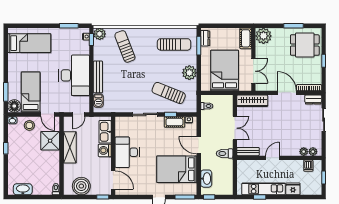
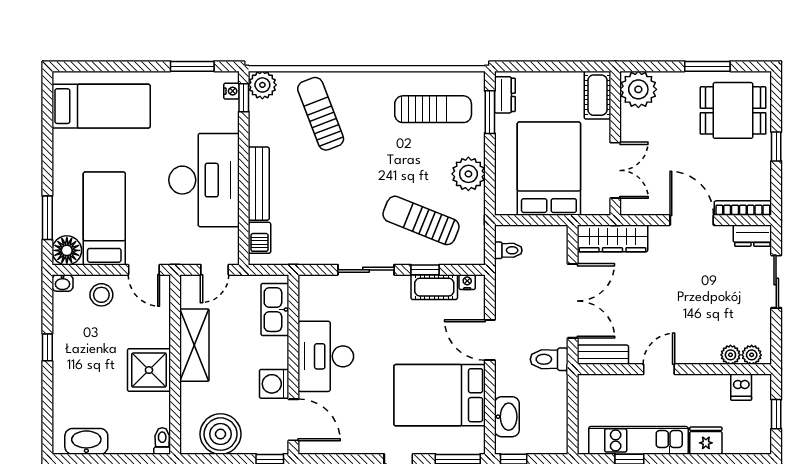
double door: (235, 128) -> (573, 301), width x1.37
shower: (50, 141) -> (149, 370), moved
washing machine: (105, 150) -> (274, 384), moved

